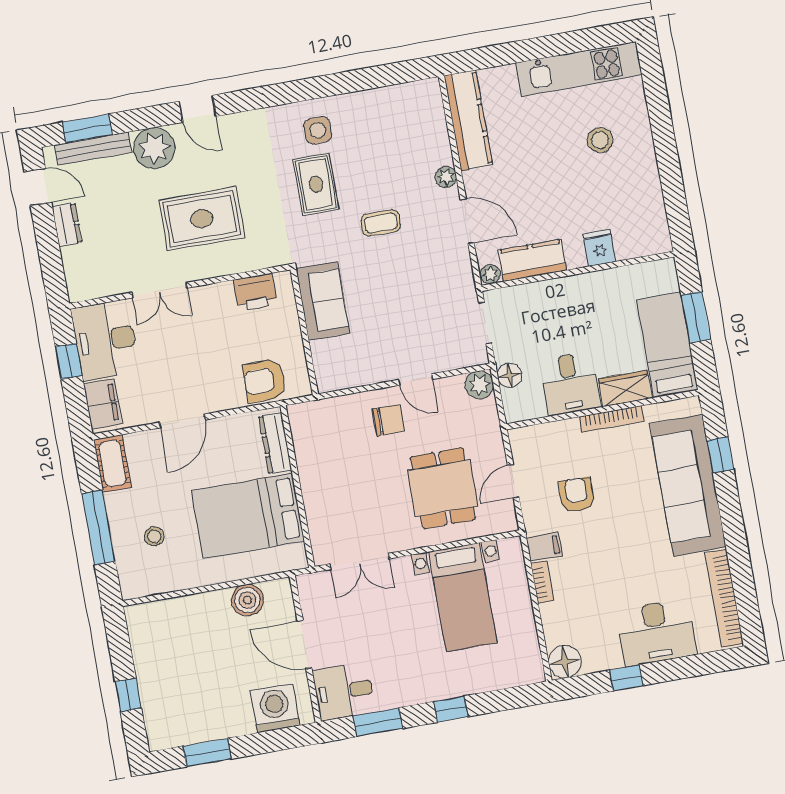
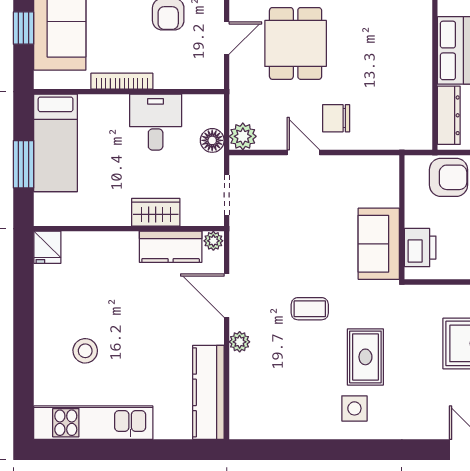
fridge: (599, 248) -> (47, 247), moved
printer: (255, 292) -> (420, 248), moved, turned 90
wardrobe: (625, 388) -> (156, 212), moved, turned 180

